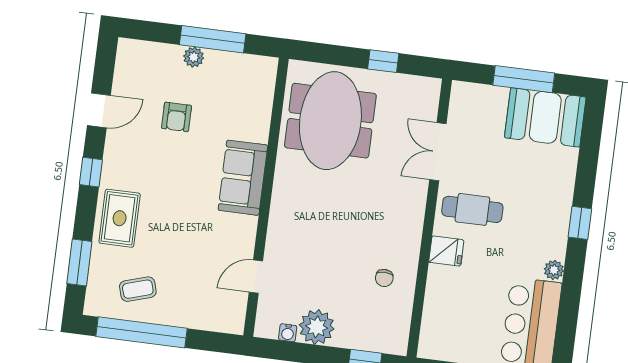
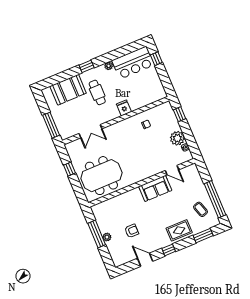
window: (524, 79) -> (51, 125), moved
booth: (545, 117) -> (68, 90), moved, turned 90
sofa: (243, 178) -> (155, 188), moved
cafe table: (472, 209) -> (97, 92), moved

